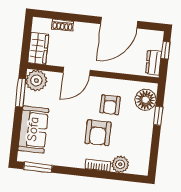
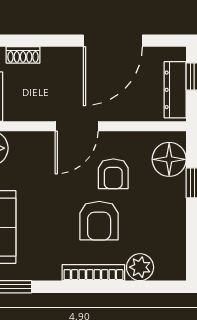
dresser: (154, 62) -> (175, 90), width x1.44
door: (77, 71) -> (77, 126), moved
bookcase: (98, 165) -> (93, 273), width x1.56

